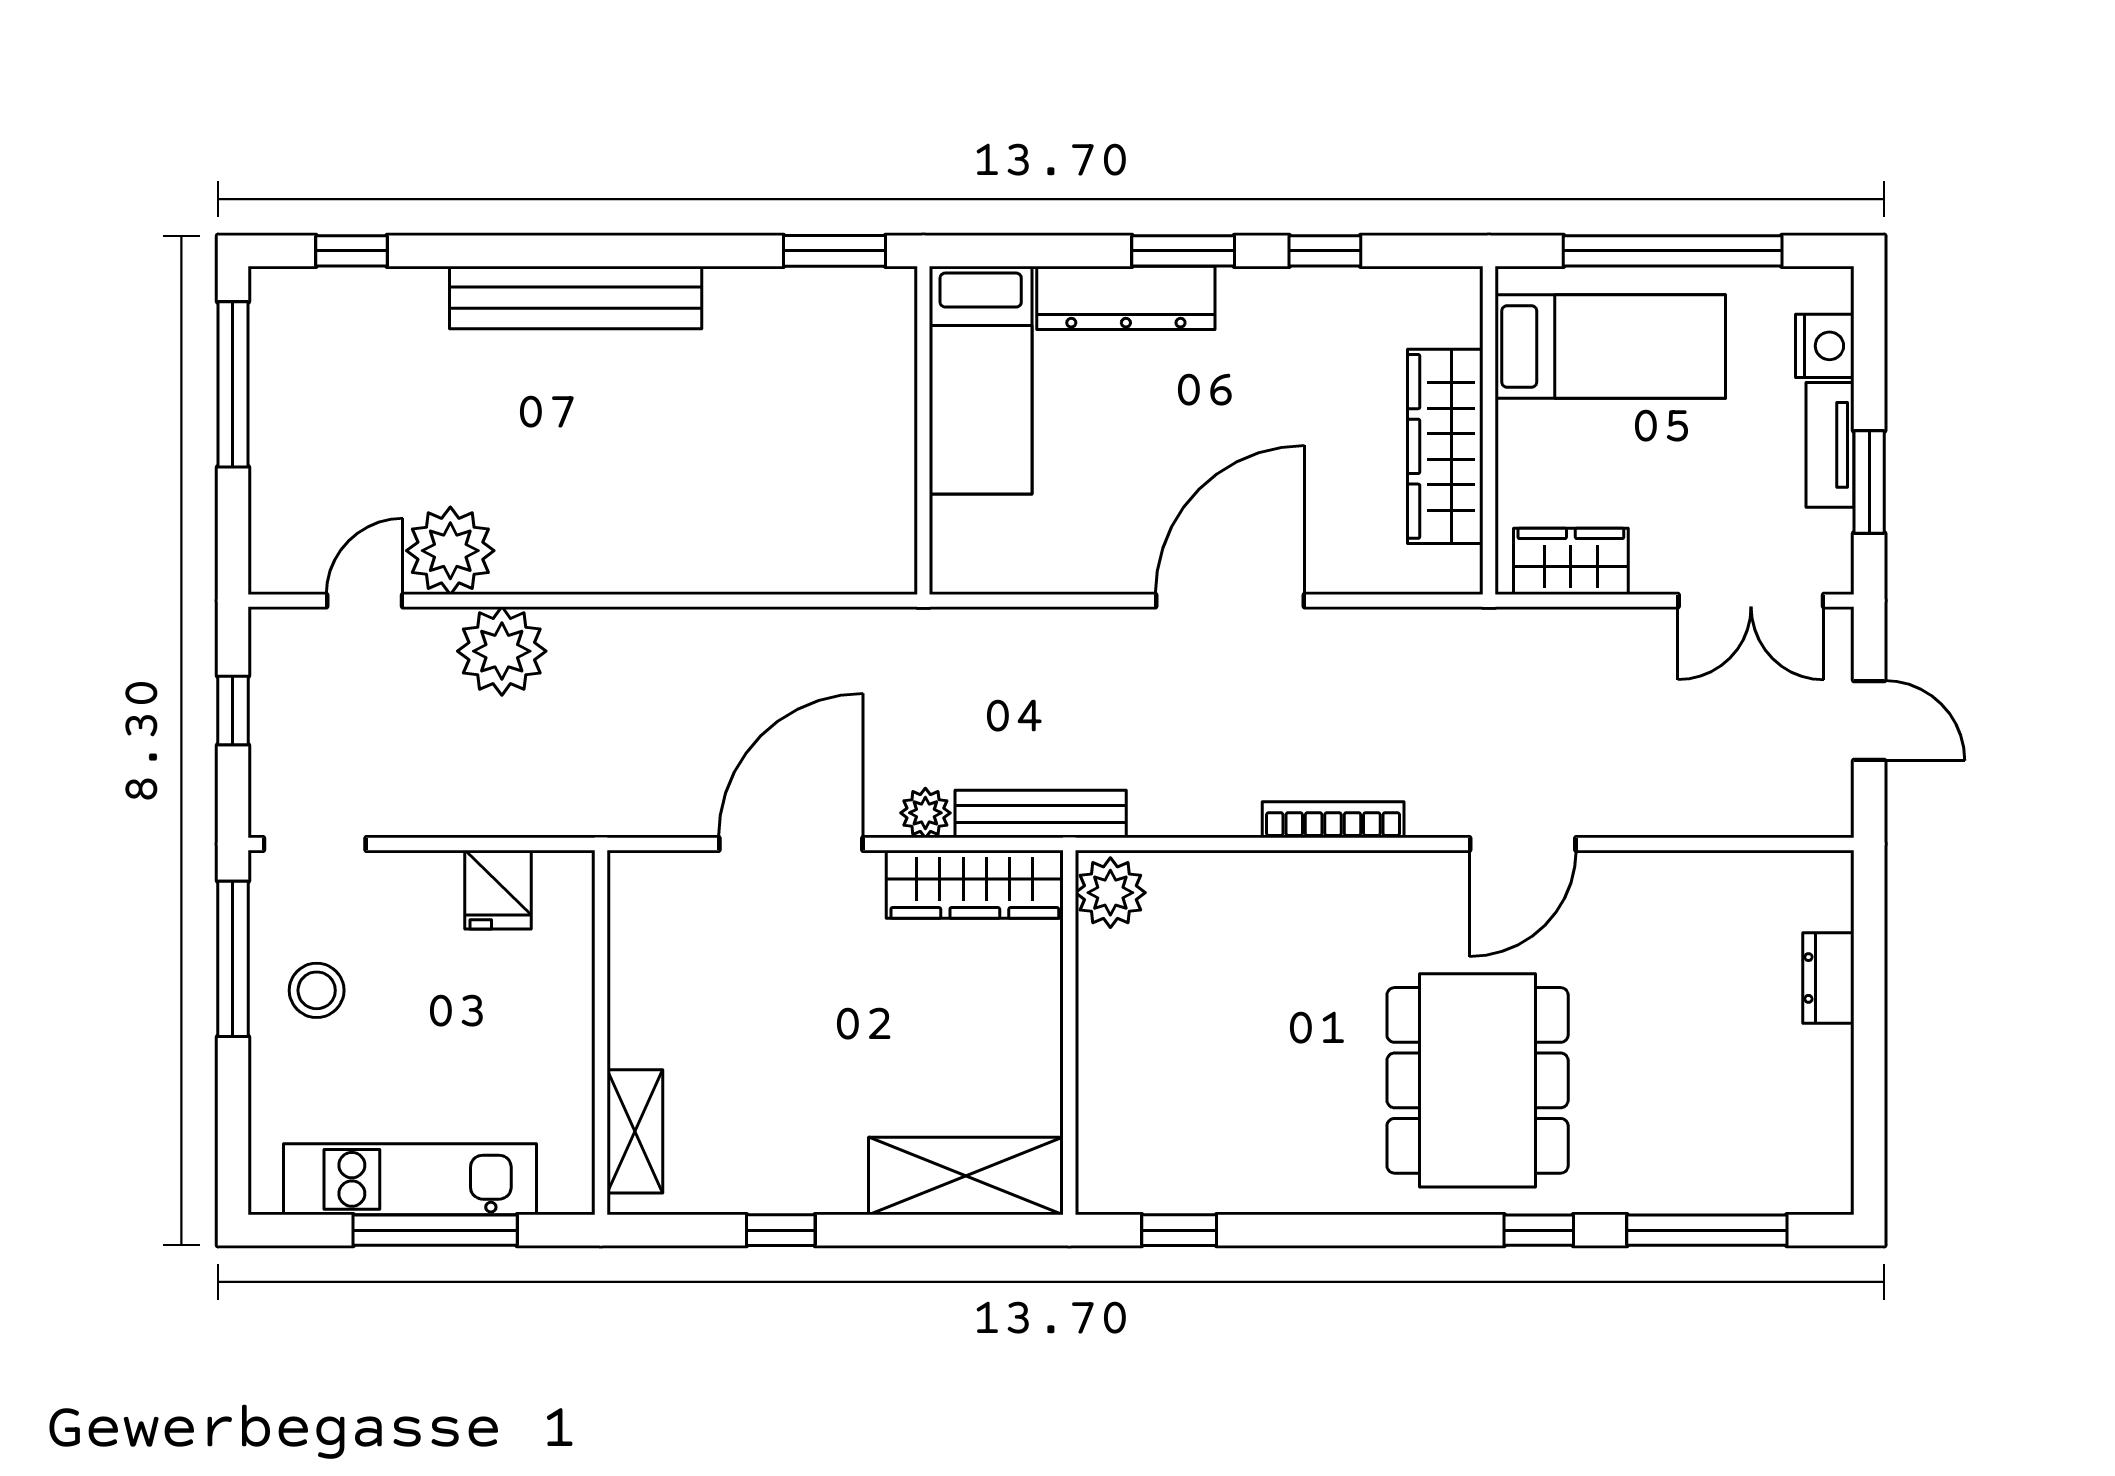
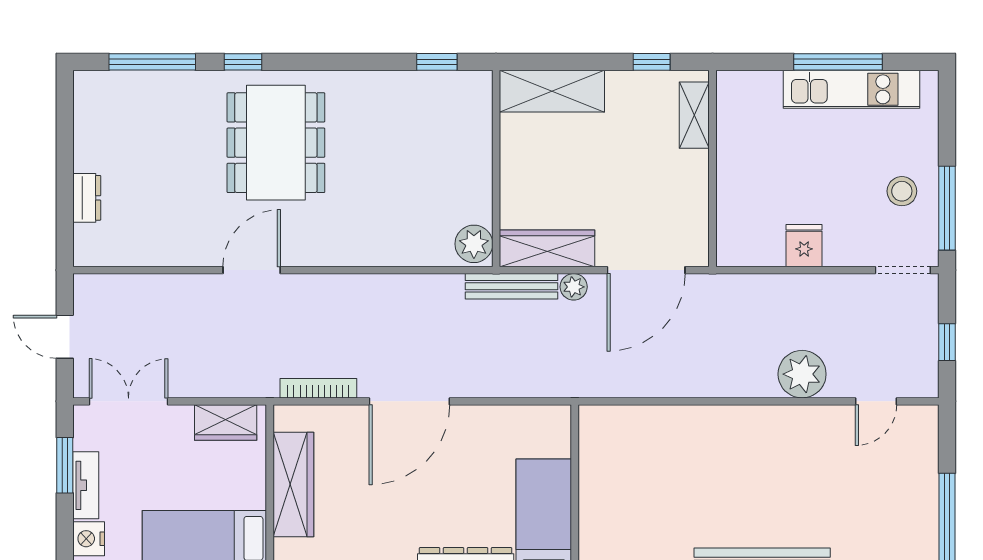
plant: (450, 551) -> (830, 428), removed
bookcase: (1333, 820) -> (318, 388), moved, turned 180
wall: (601, 1033) -> (712, 168), moved
shelving: (635, 1131) -> (694, 115), moved

